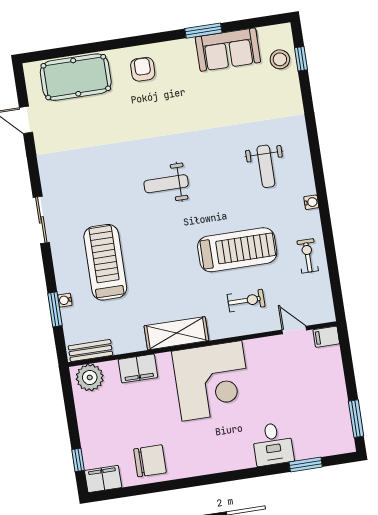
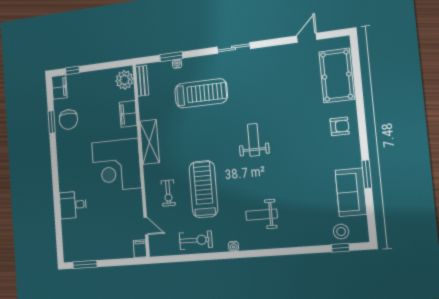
treadmill: (237, 250) -> (203, 189), turned 180
exercise bike: (308, 256) -> (196, 240), width x1.38, depth x1.39
door: (294, 330) -> (146, 226), hinge flipped
window: (306, 465) -> (52, 122), moved

